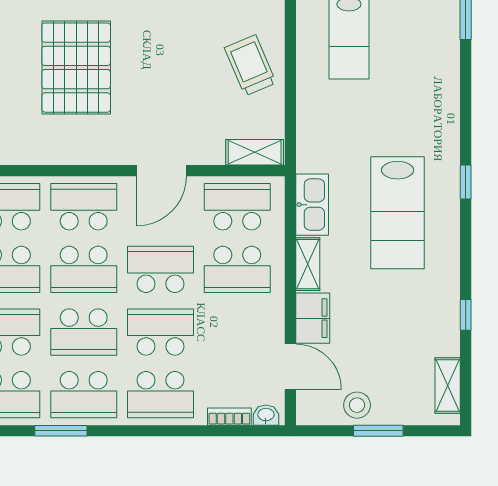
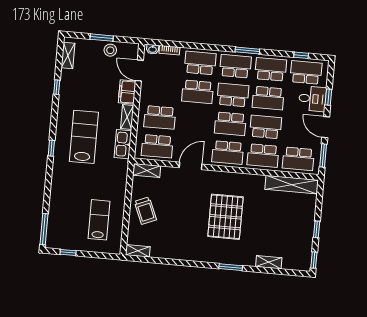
school desk: (84, 269) -> (230, 124), turned 180
school desk: (160, 269) -> (195, 121), removed
school desk: (237, 269) -> (160, 117), turned 180

